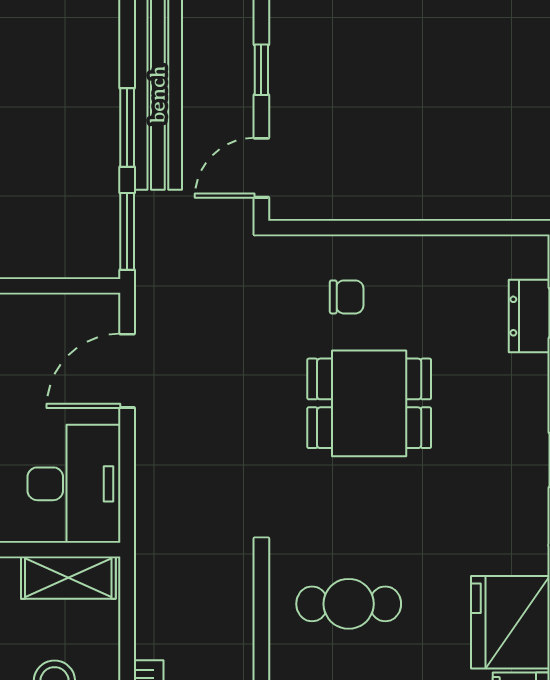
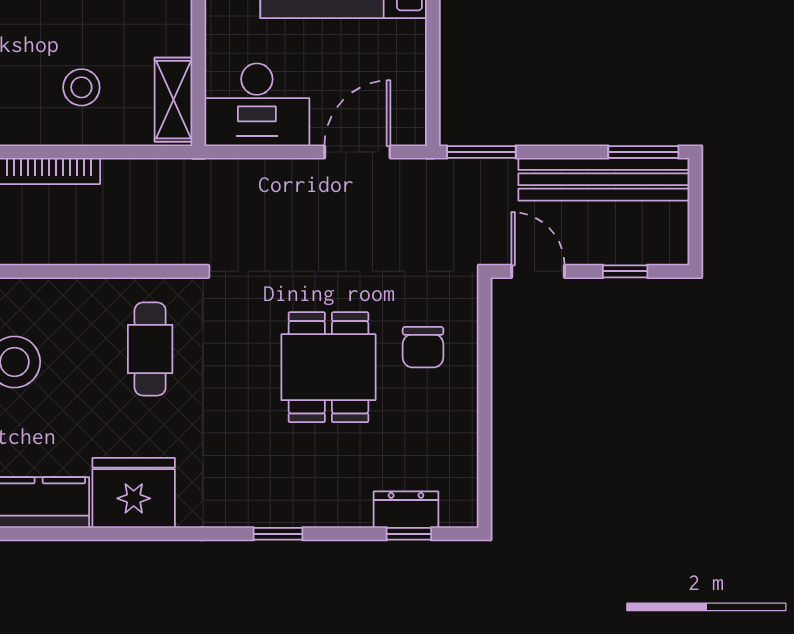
window: (127, 127) -> (643, 152), moved
chair: (347, 297) -> (423, 347), width x1.37, depth x1.37
door: (127, 371) -> (357, 152), hinge flipped

